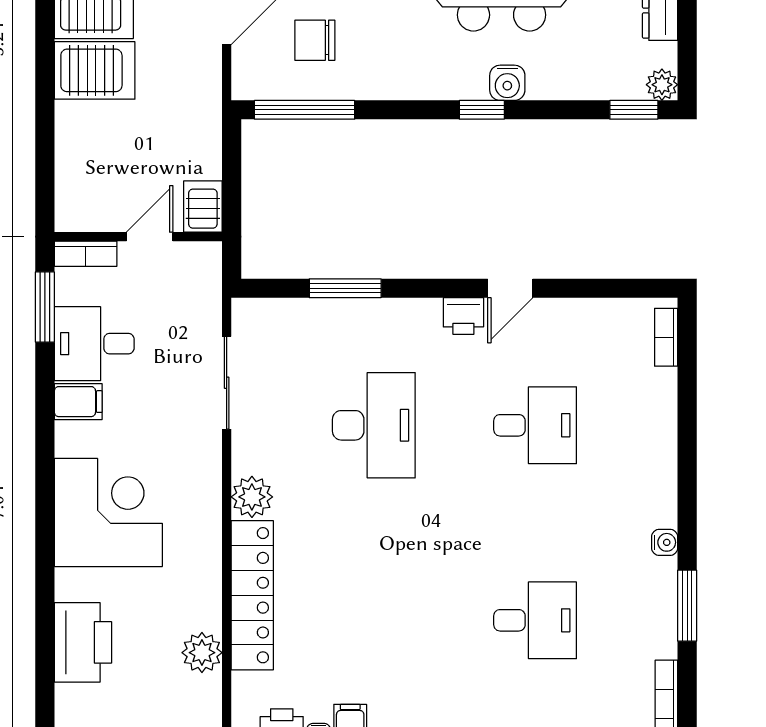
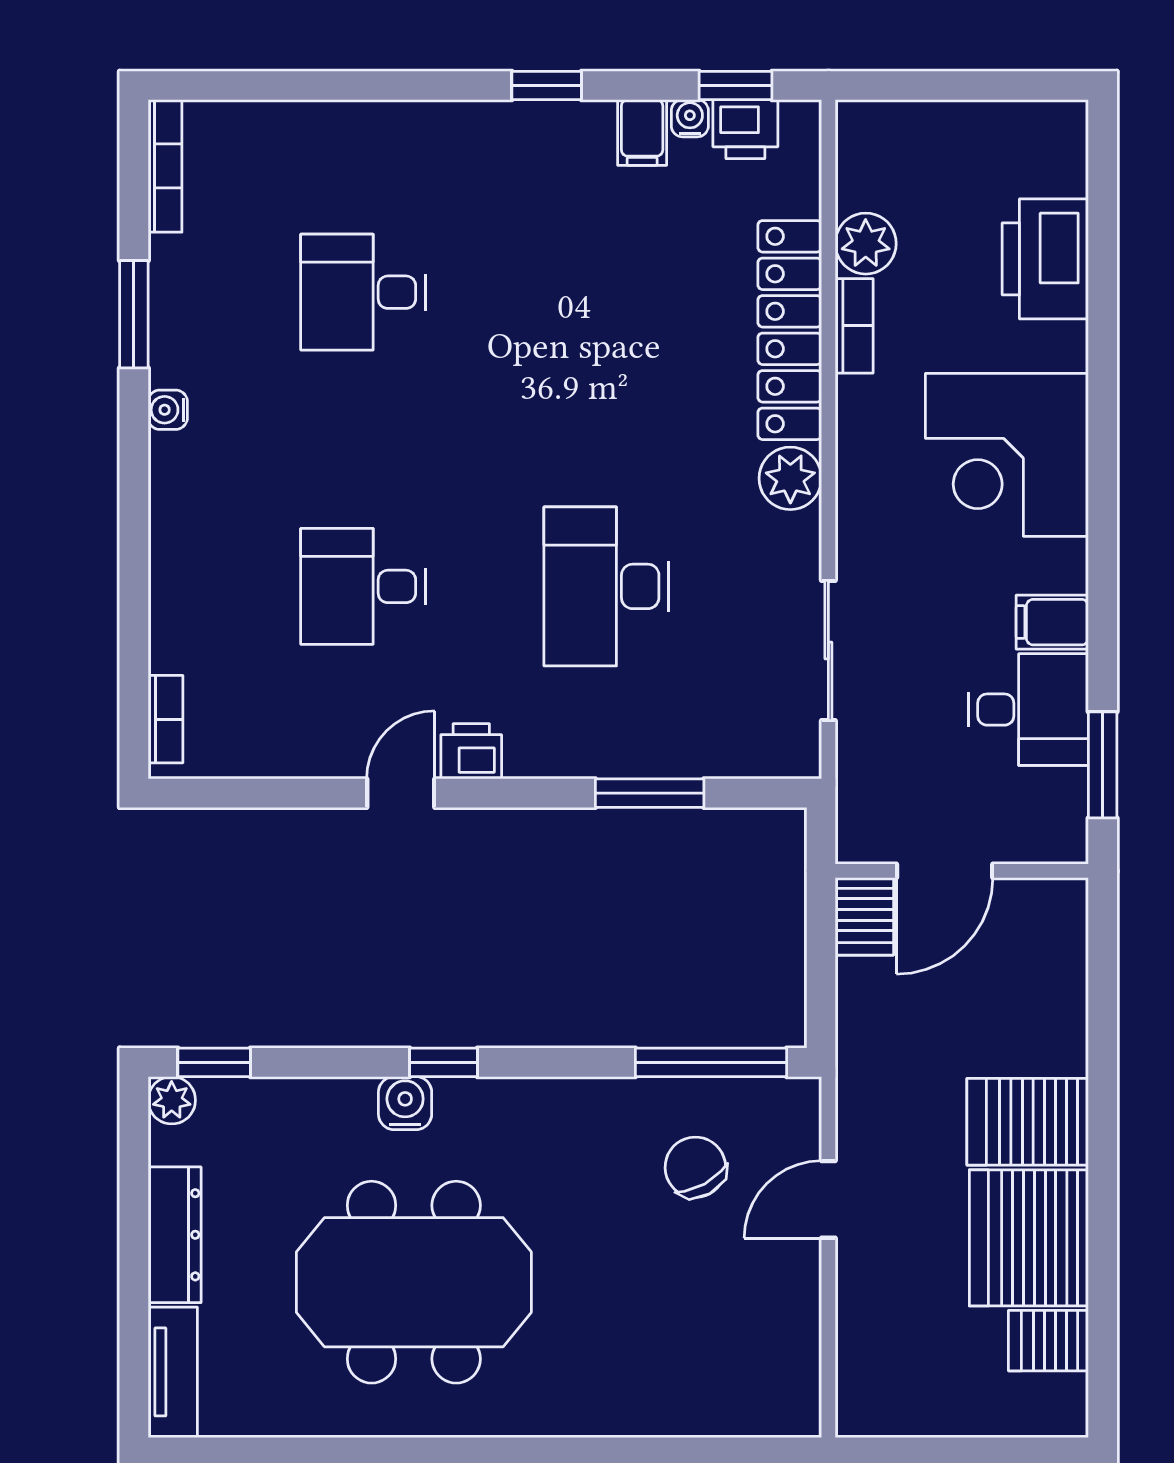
chair: (315, 40) -> (695, 1167), turned -119
door: (150, 237) -> (945, 871), width x1.38
bookcase: (86, 254) -> (854, 326), moved, turned 90

